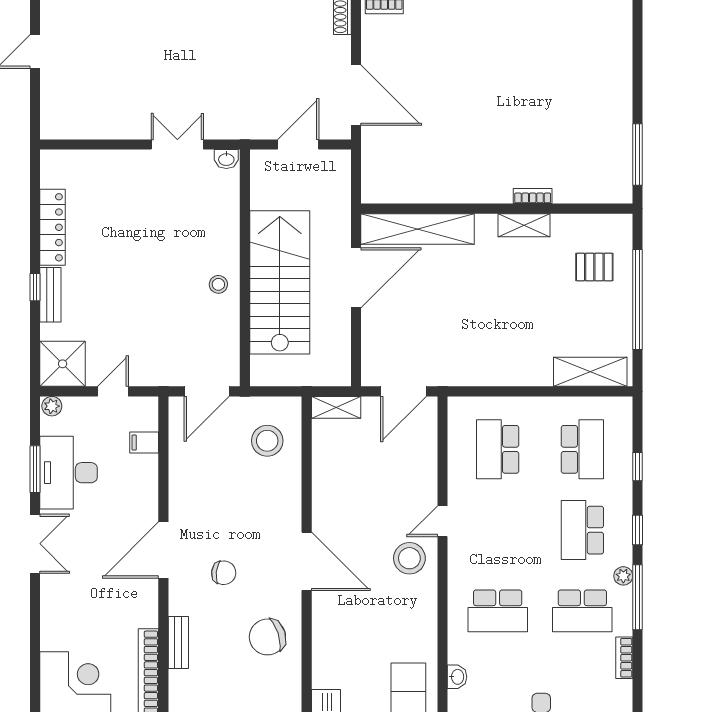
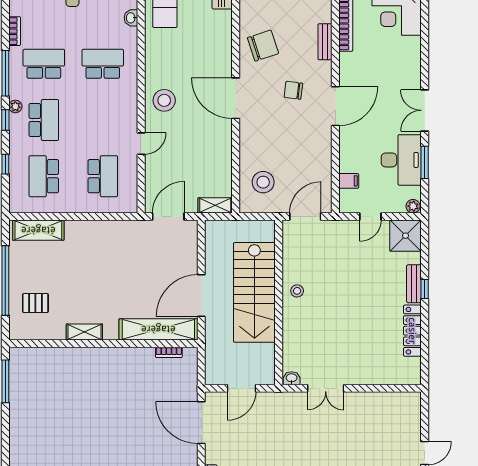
bookcase: (533, 196) -> (169, 352), moved
door: (442, 521) -> (141, 144), moved
plant: (623, 576) -> (15, 106), moved

